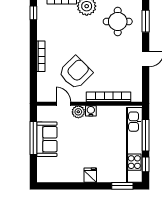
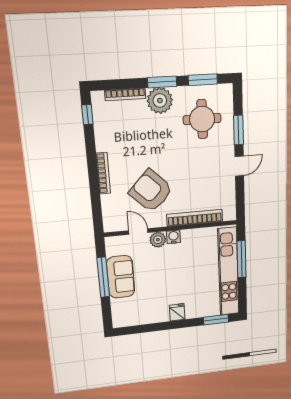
window: (146, 21) -> (238, 130), moved
armchair: (76, 73) -> (151, 191), turned -91
window: (146, 164) -> (242, 293), removed

